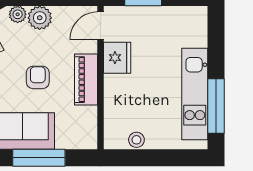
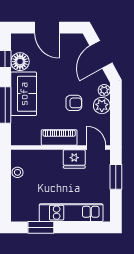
armchair: (38, 77) -> (74, 103), moved
kitchen unit: (195, 94) -> (71, 213), moved
window: (216, 106) -> (41, 227), width x0.69

